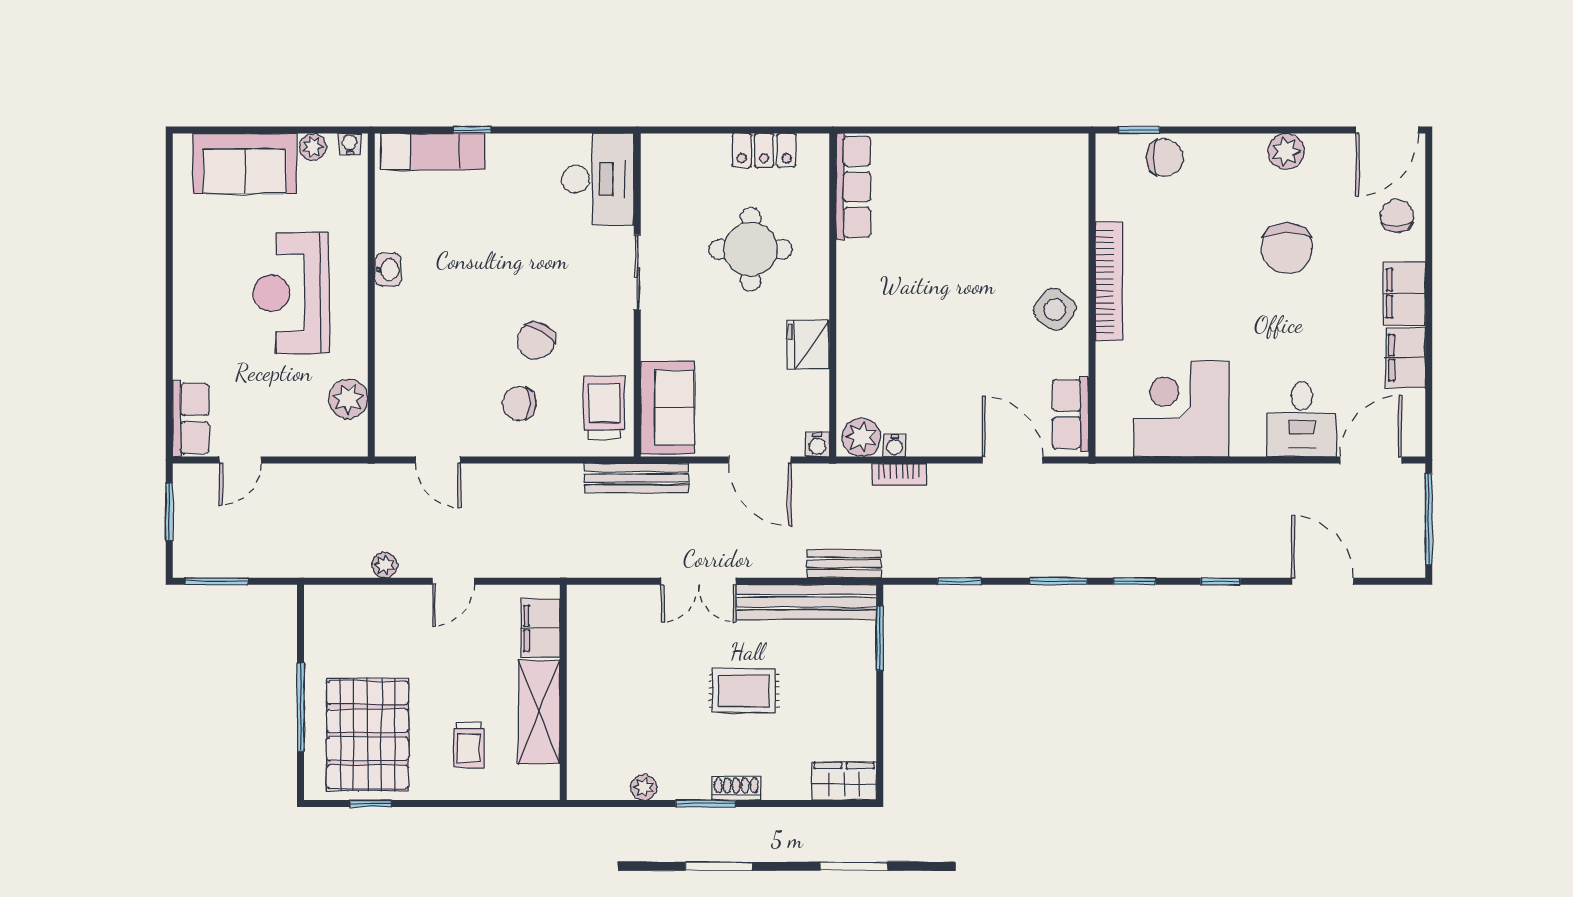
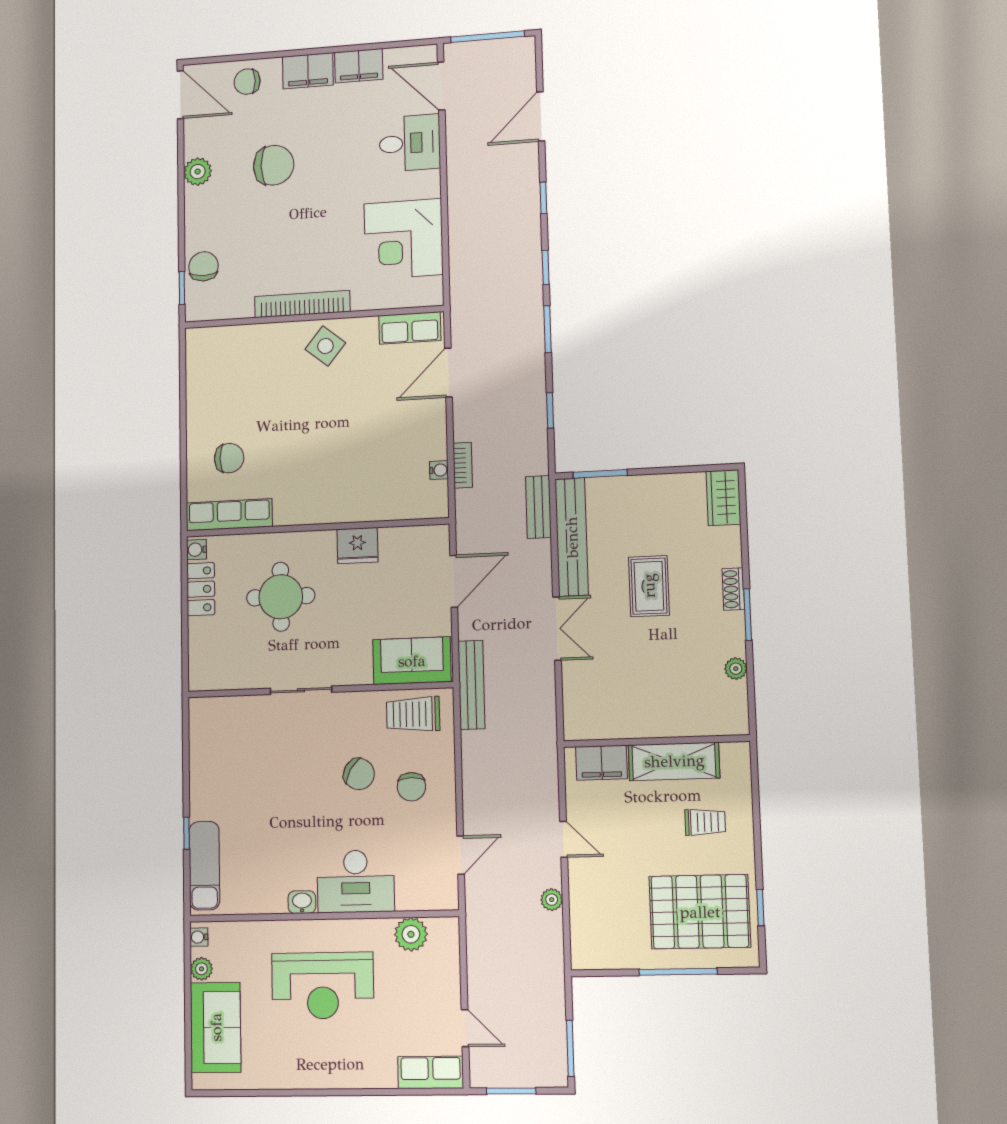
desk: (598, 179) -> (356, 881), moved, turned 180
chair: (923, 187) -> (229, 458), added
plant: (861, 437) -> (433, 498), removed
water cooler: (817, 444) -> (197, 550), moved, turned 180

